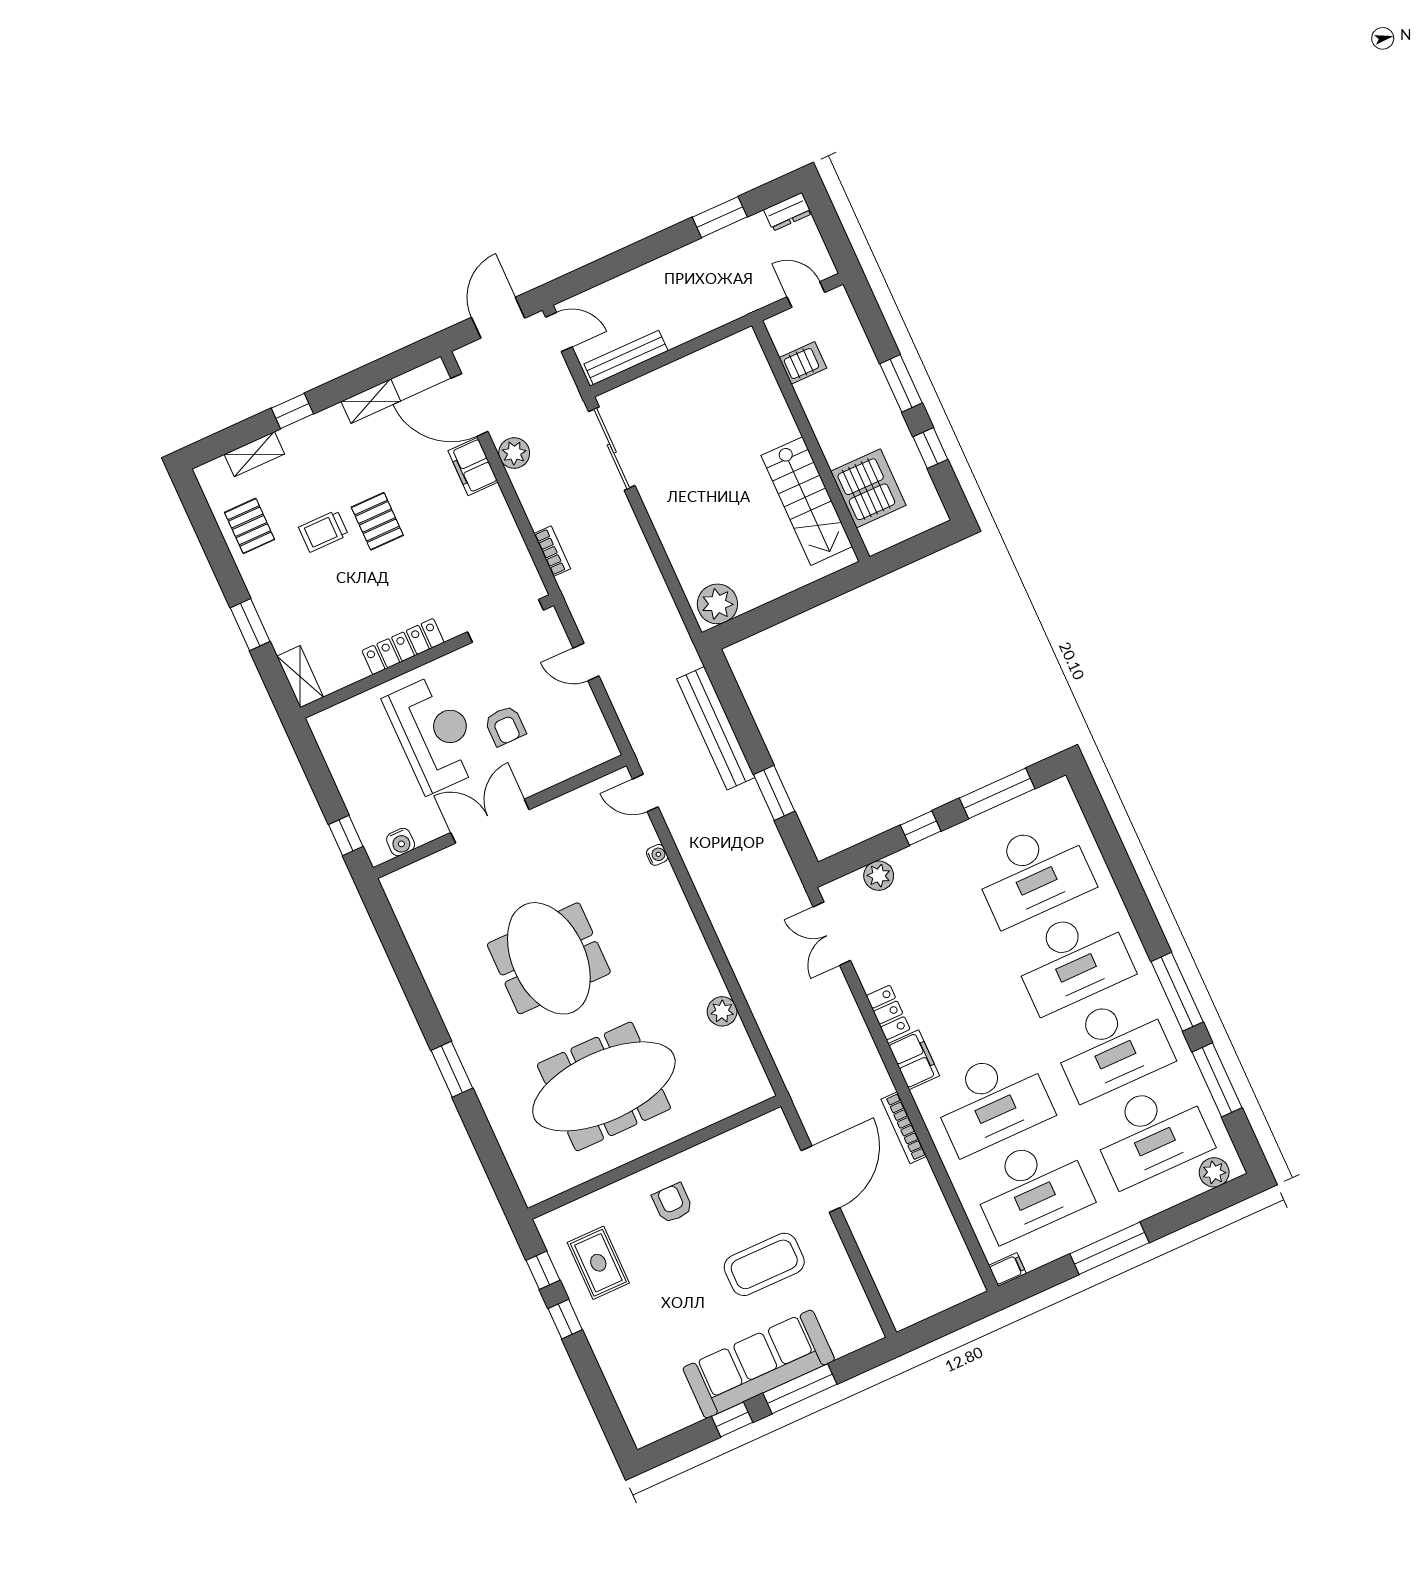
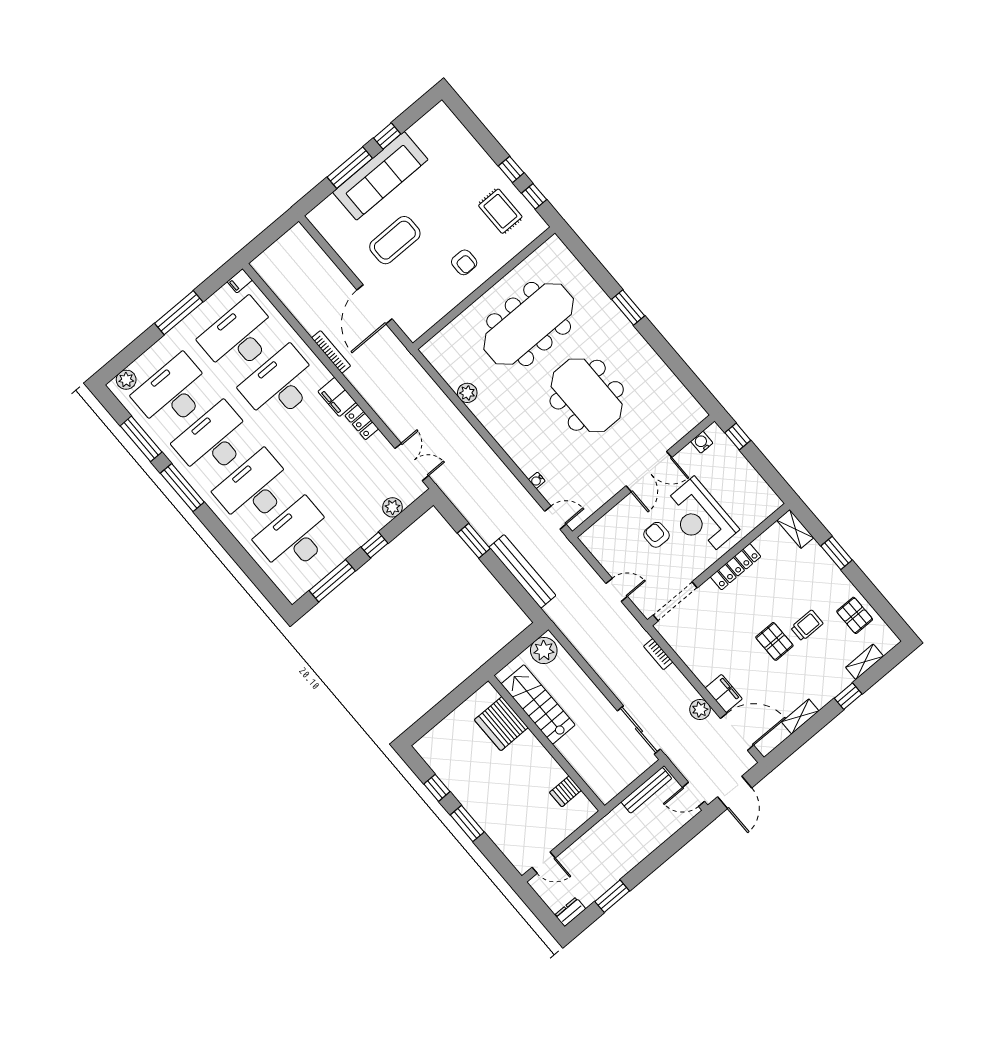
server rack: (803, 363) -> (565, 791), moved
wall: (811, 441) -> (546, 743), moved
server rack: (868, 488) -> (501, 724), moved
stairs: (807, 501) -> (538, 704), moved

